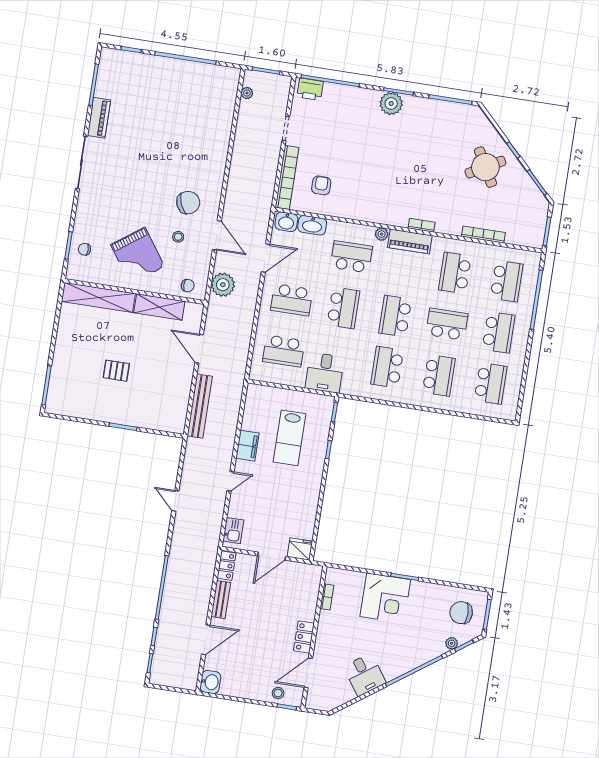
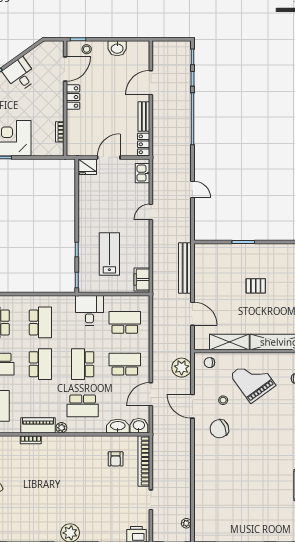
filing cabinet: (247, 446) -> (142, 280), moved
washbasin: (210, 682) -> (117, 48), moved, turned -90

